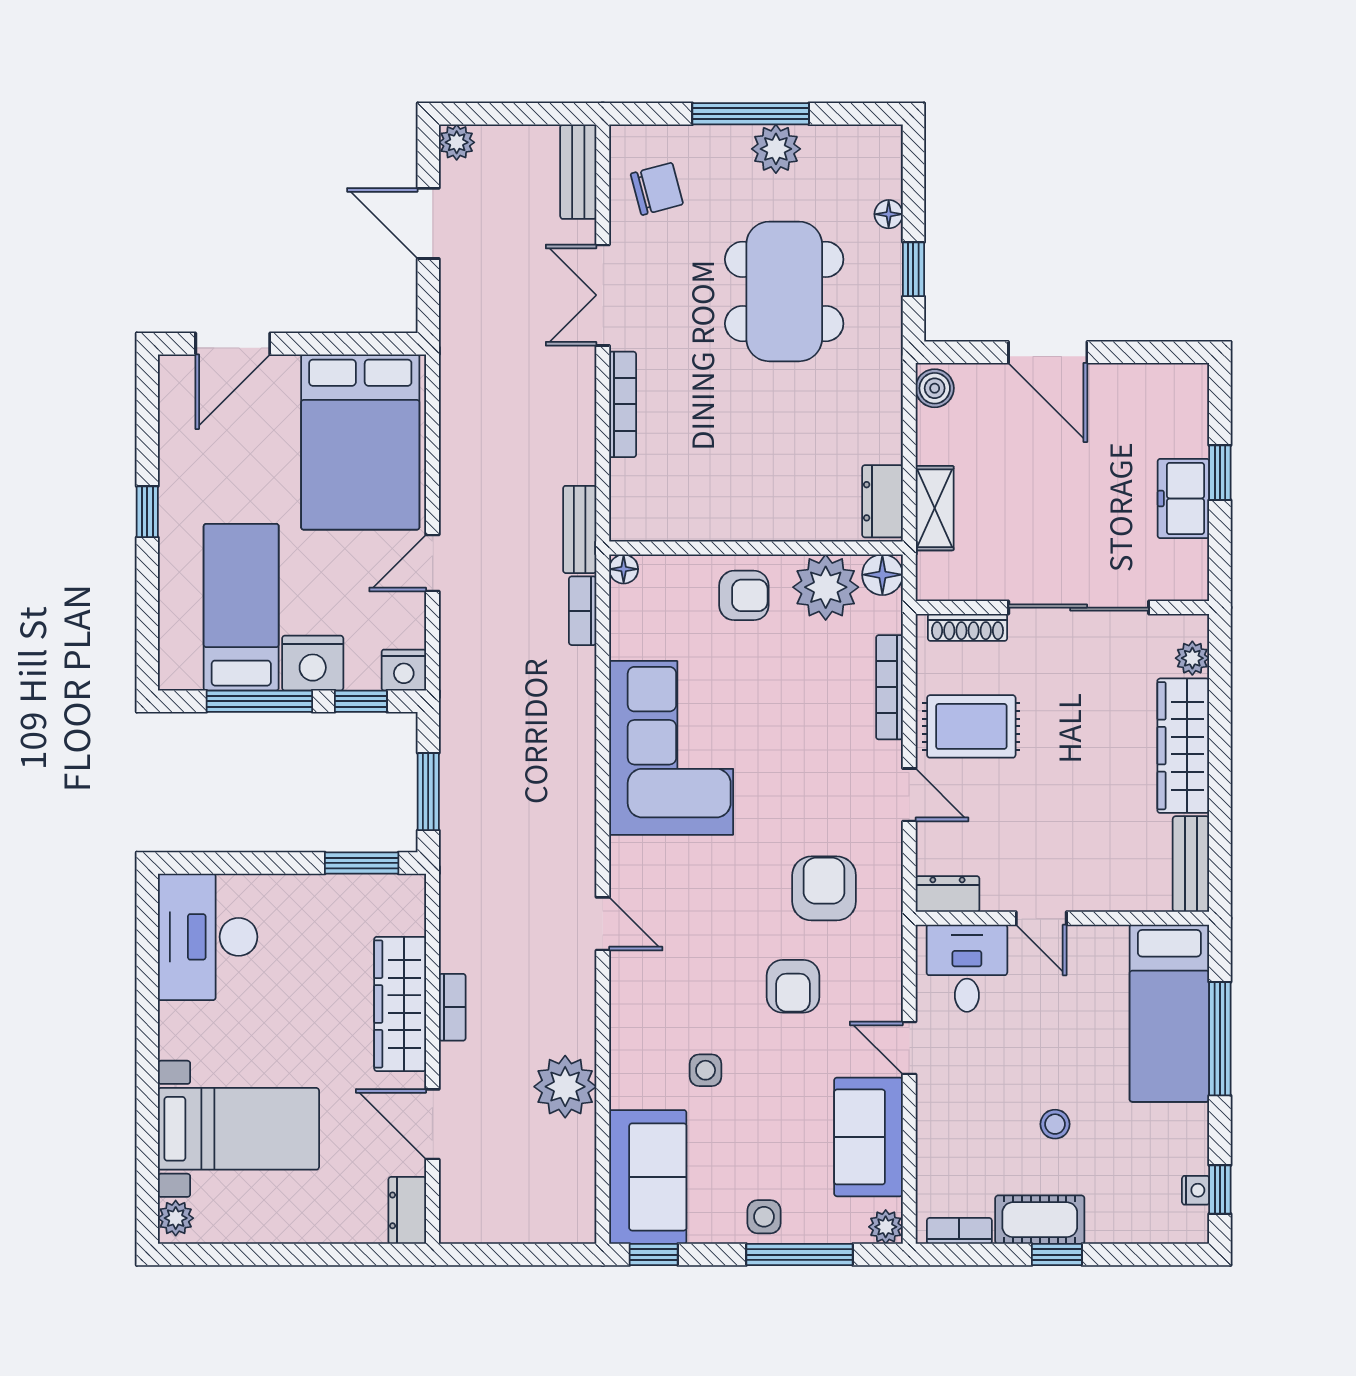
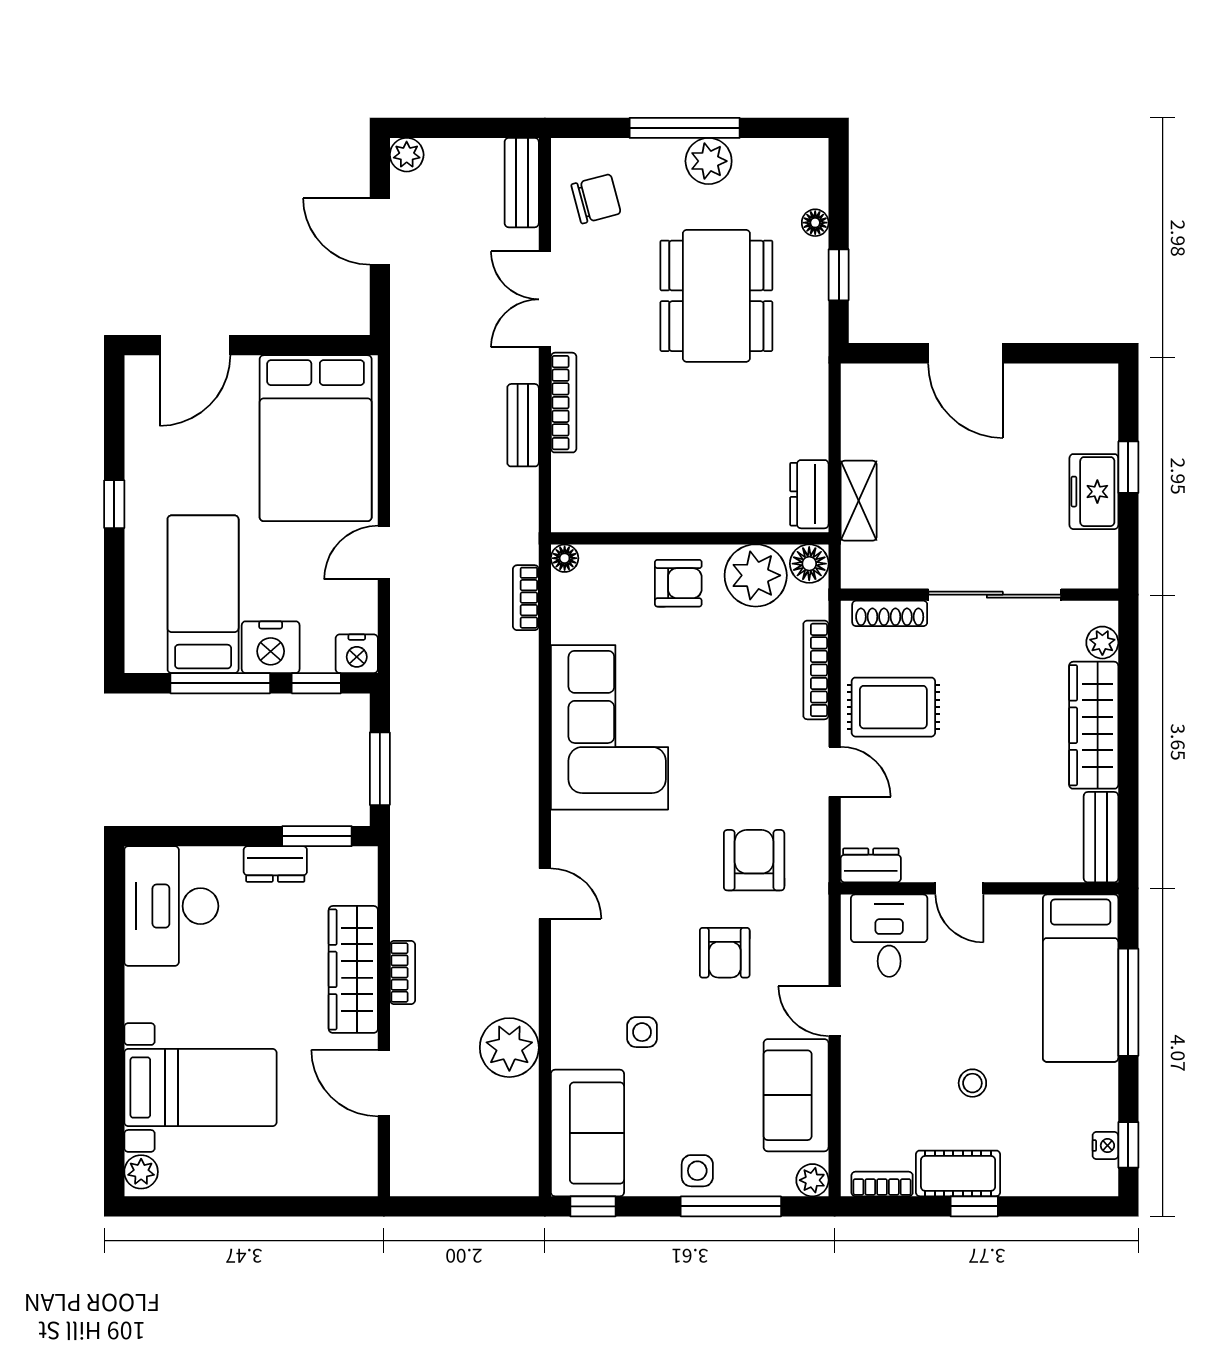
boiler: (935, 388) -> (859, 387), removed
bench: (580, 529) -> (523, 425), moved
dresser: (407, 1210) -> (275, 864), moved, turned -90

